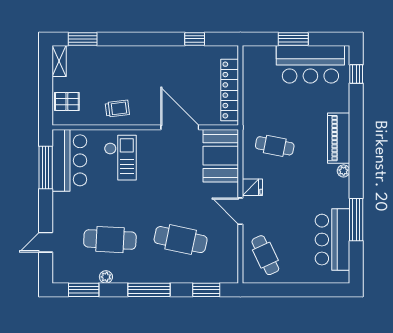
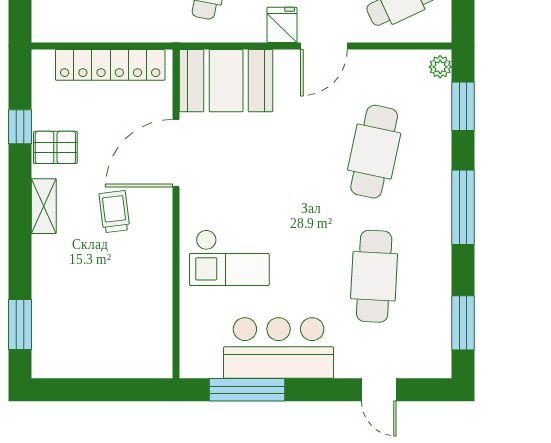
shelving: (59, 61) -> (44, 206), moved, turned 90
pallet: (67, 102) -> (55, 147), moved, turned 90
trolley: (117, 109) -> (114, 212), moved
checkout: (120, 158) -> (229, 258), turned 180
bar counter: (69, 160) -> (279, 348), moved
plant: (106, 277) -> (440, 67), moved

